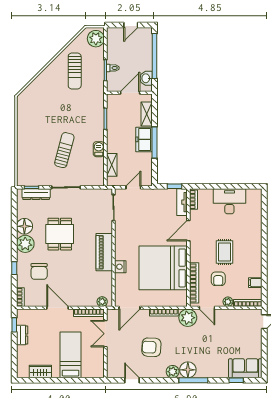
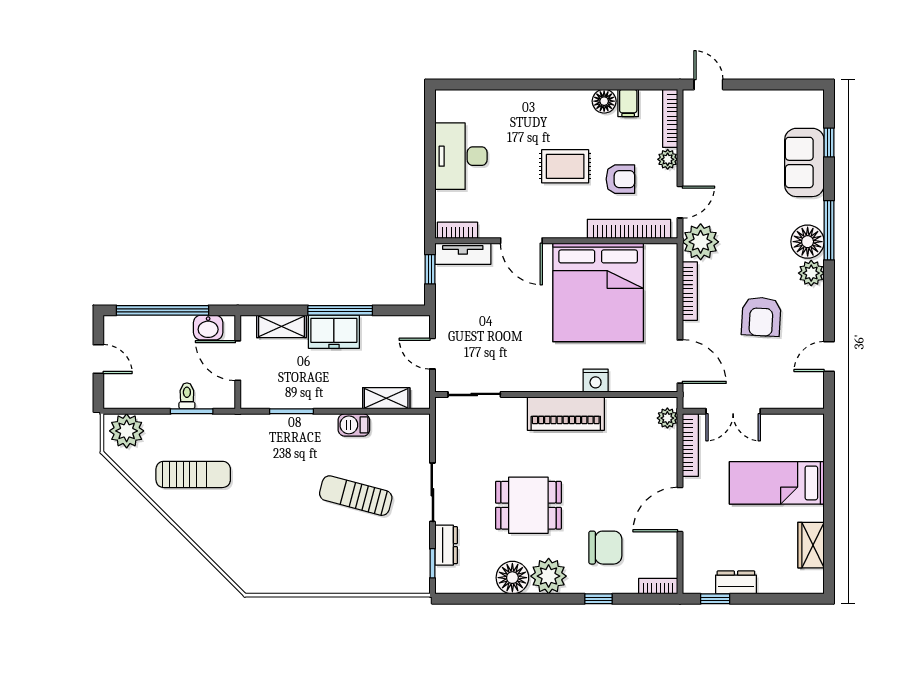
dresser: (36, 194) -> (446, 545), width x0.70
floor lamp: (256, 271) -> (604, 101), added
sofa: (245, 368) -> (804, 162), moved

